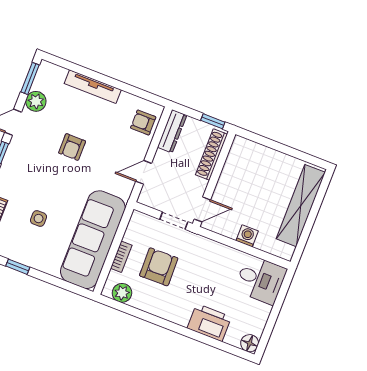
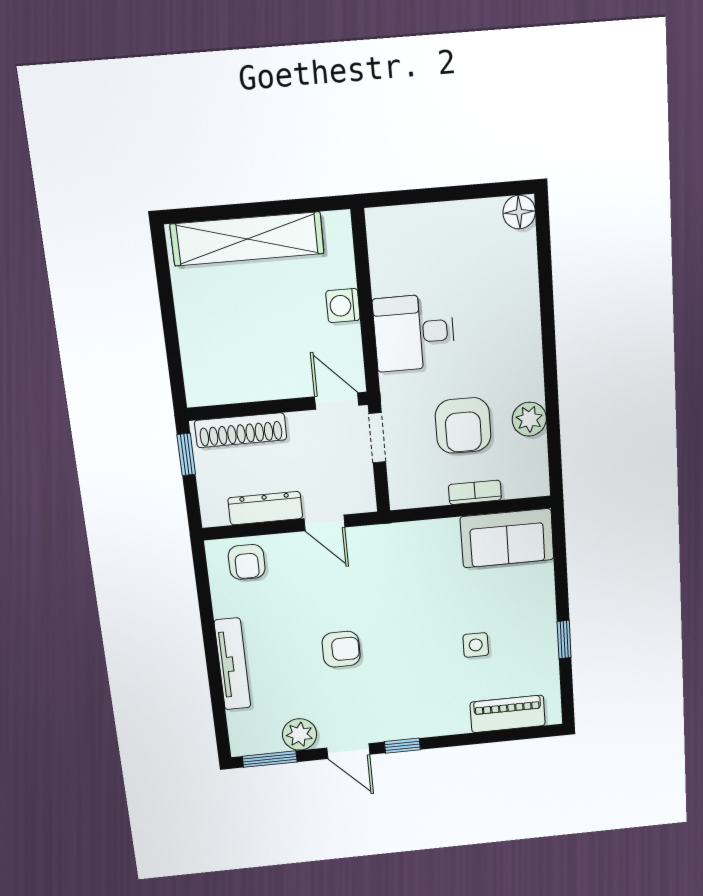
dresser: (172, 131) -> (265, 508), moved
sofa: (93, 240) -> (507, 538), width x0.54, depth x0.79
armchair: (159, 267) -> (463, 426), turned -89
desk: (261, 280) -> (414, 333), moved, turned -90
plant: (122, 293) -> (529, 419), moved
printer: (209, 323) -> (515, 298), removed

